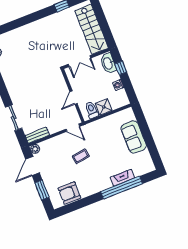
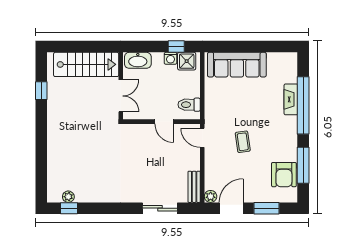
window: (121, 68) -> (176, 46), moved
shower: (104, 107) -> (187, 61), moved
door: (73, 128) -> (202, 138), swing flipped
sofa: (134, 137) -> (237, 65), width x1.36
door: (33, 166) -> (231, 208), swing flipped
window: (81, 204) -> (303, 165), added

